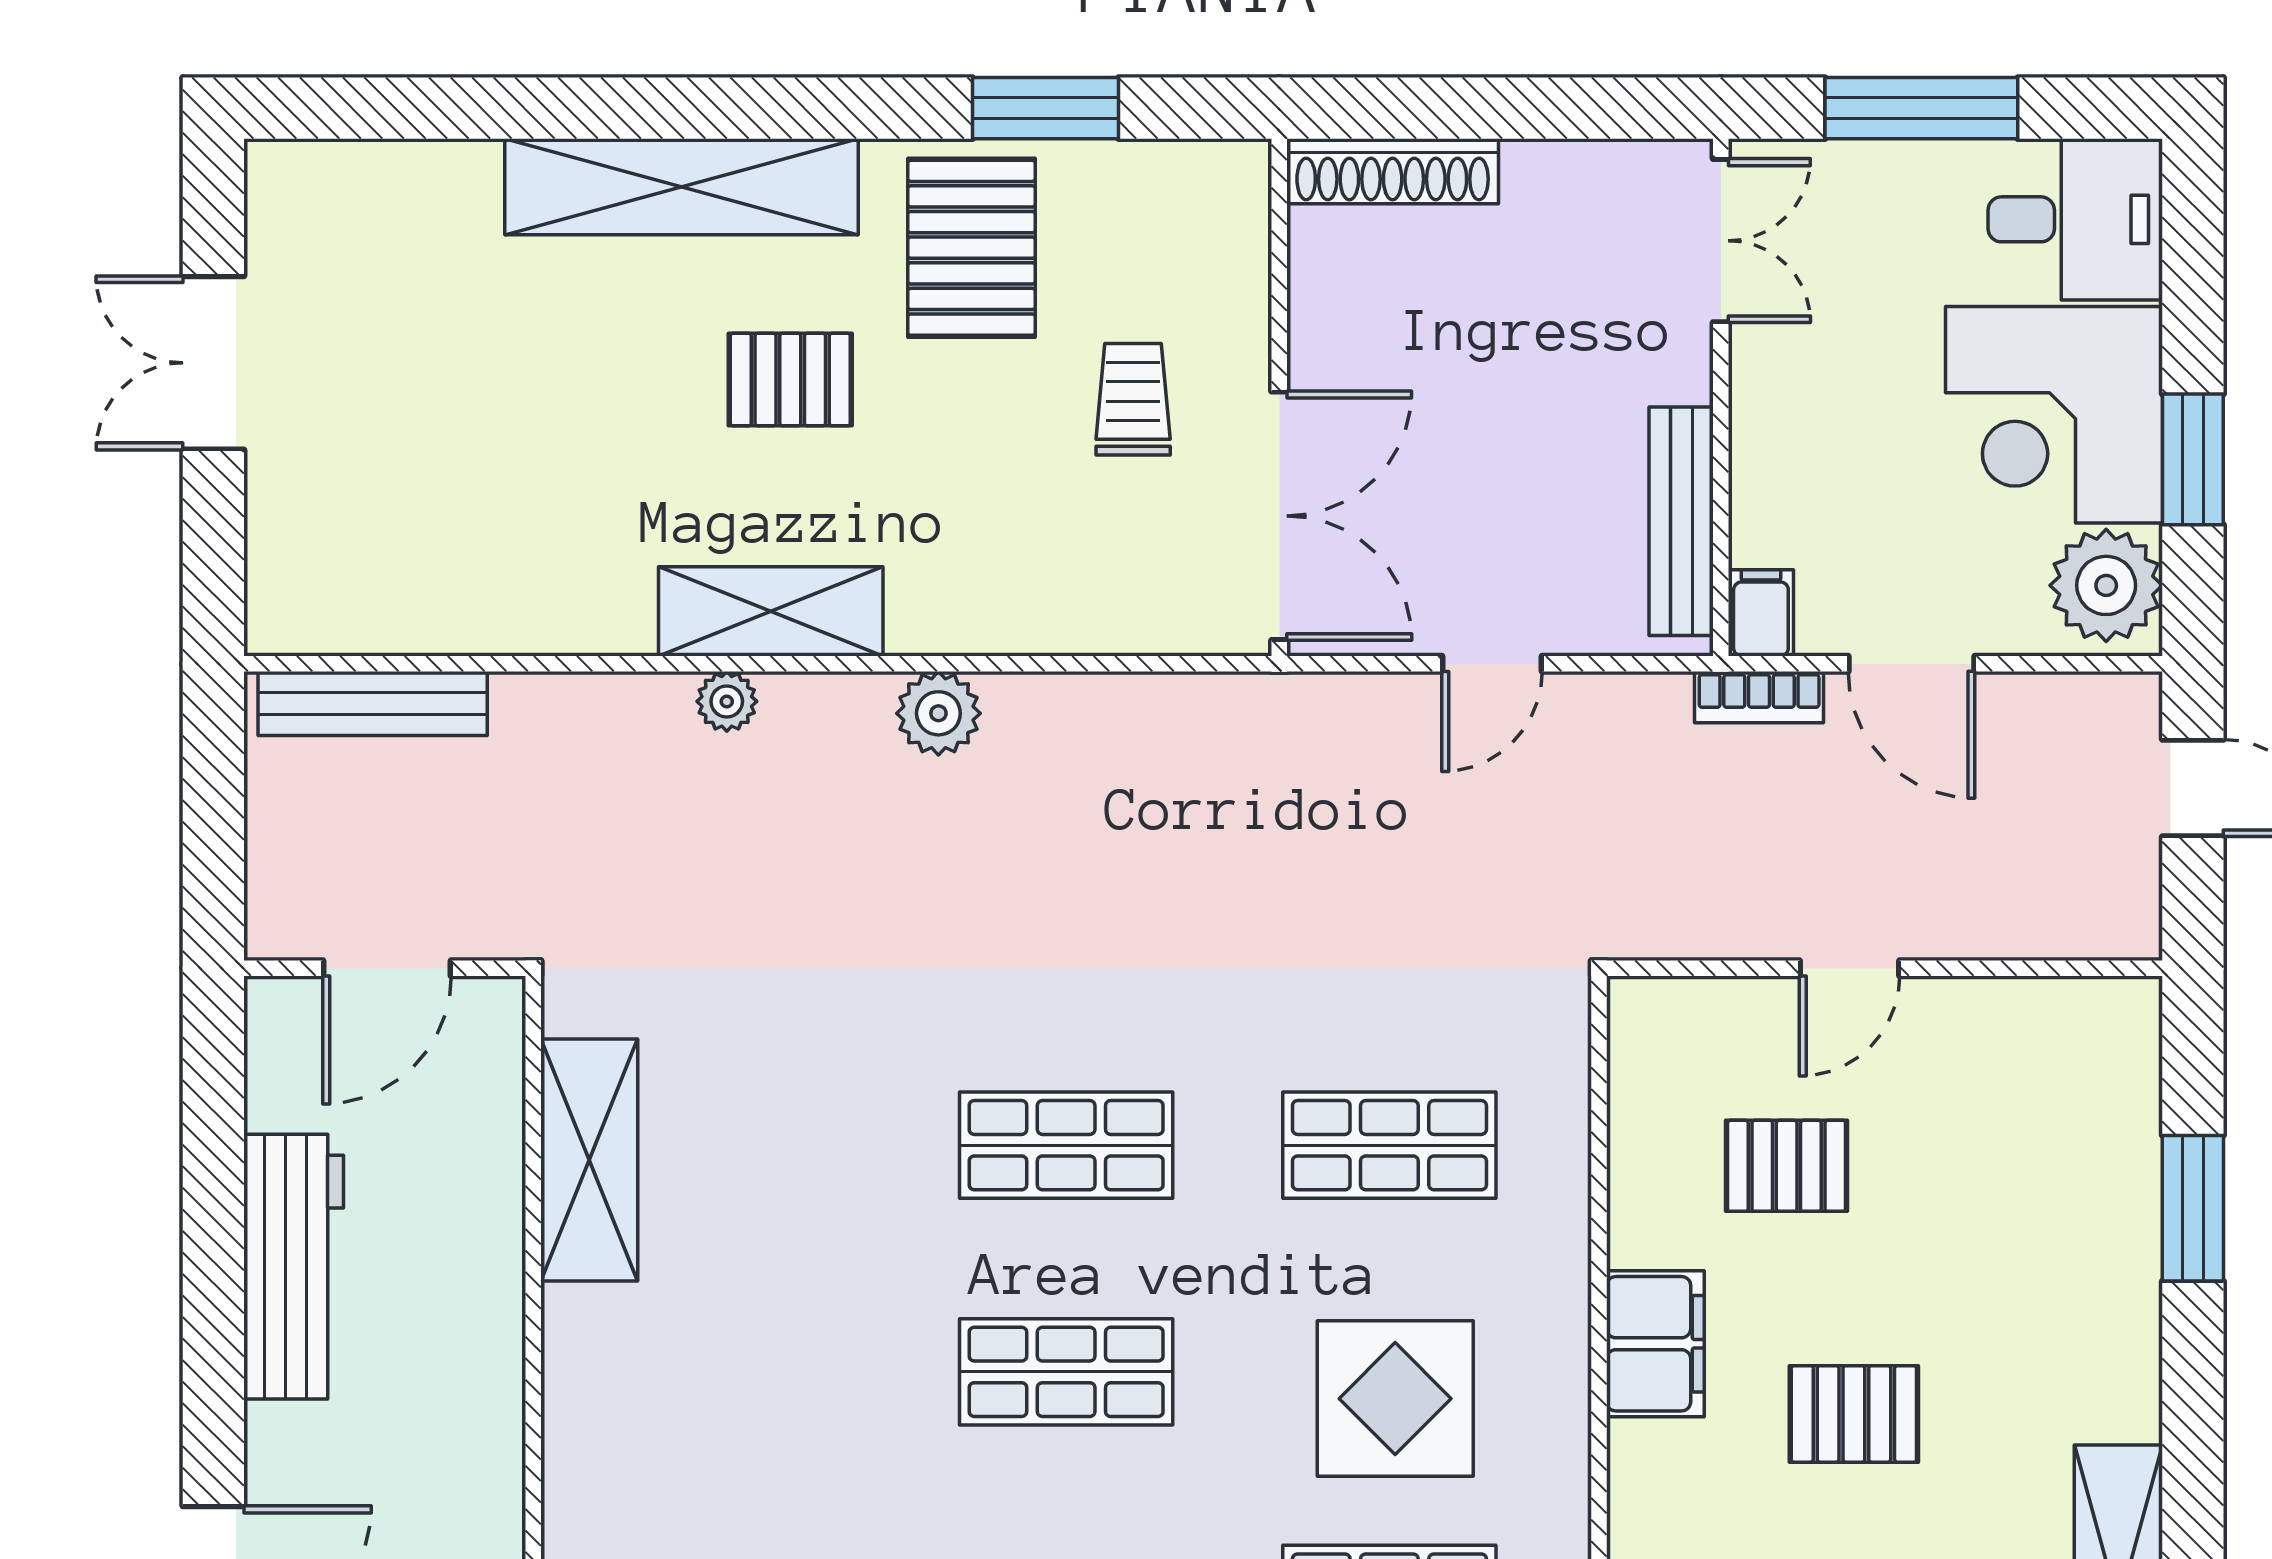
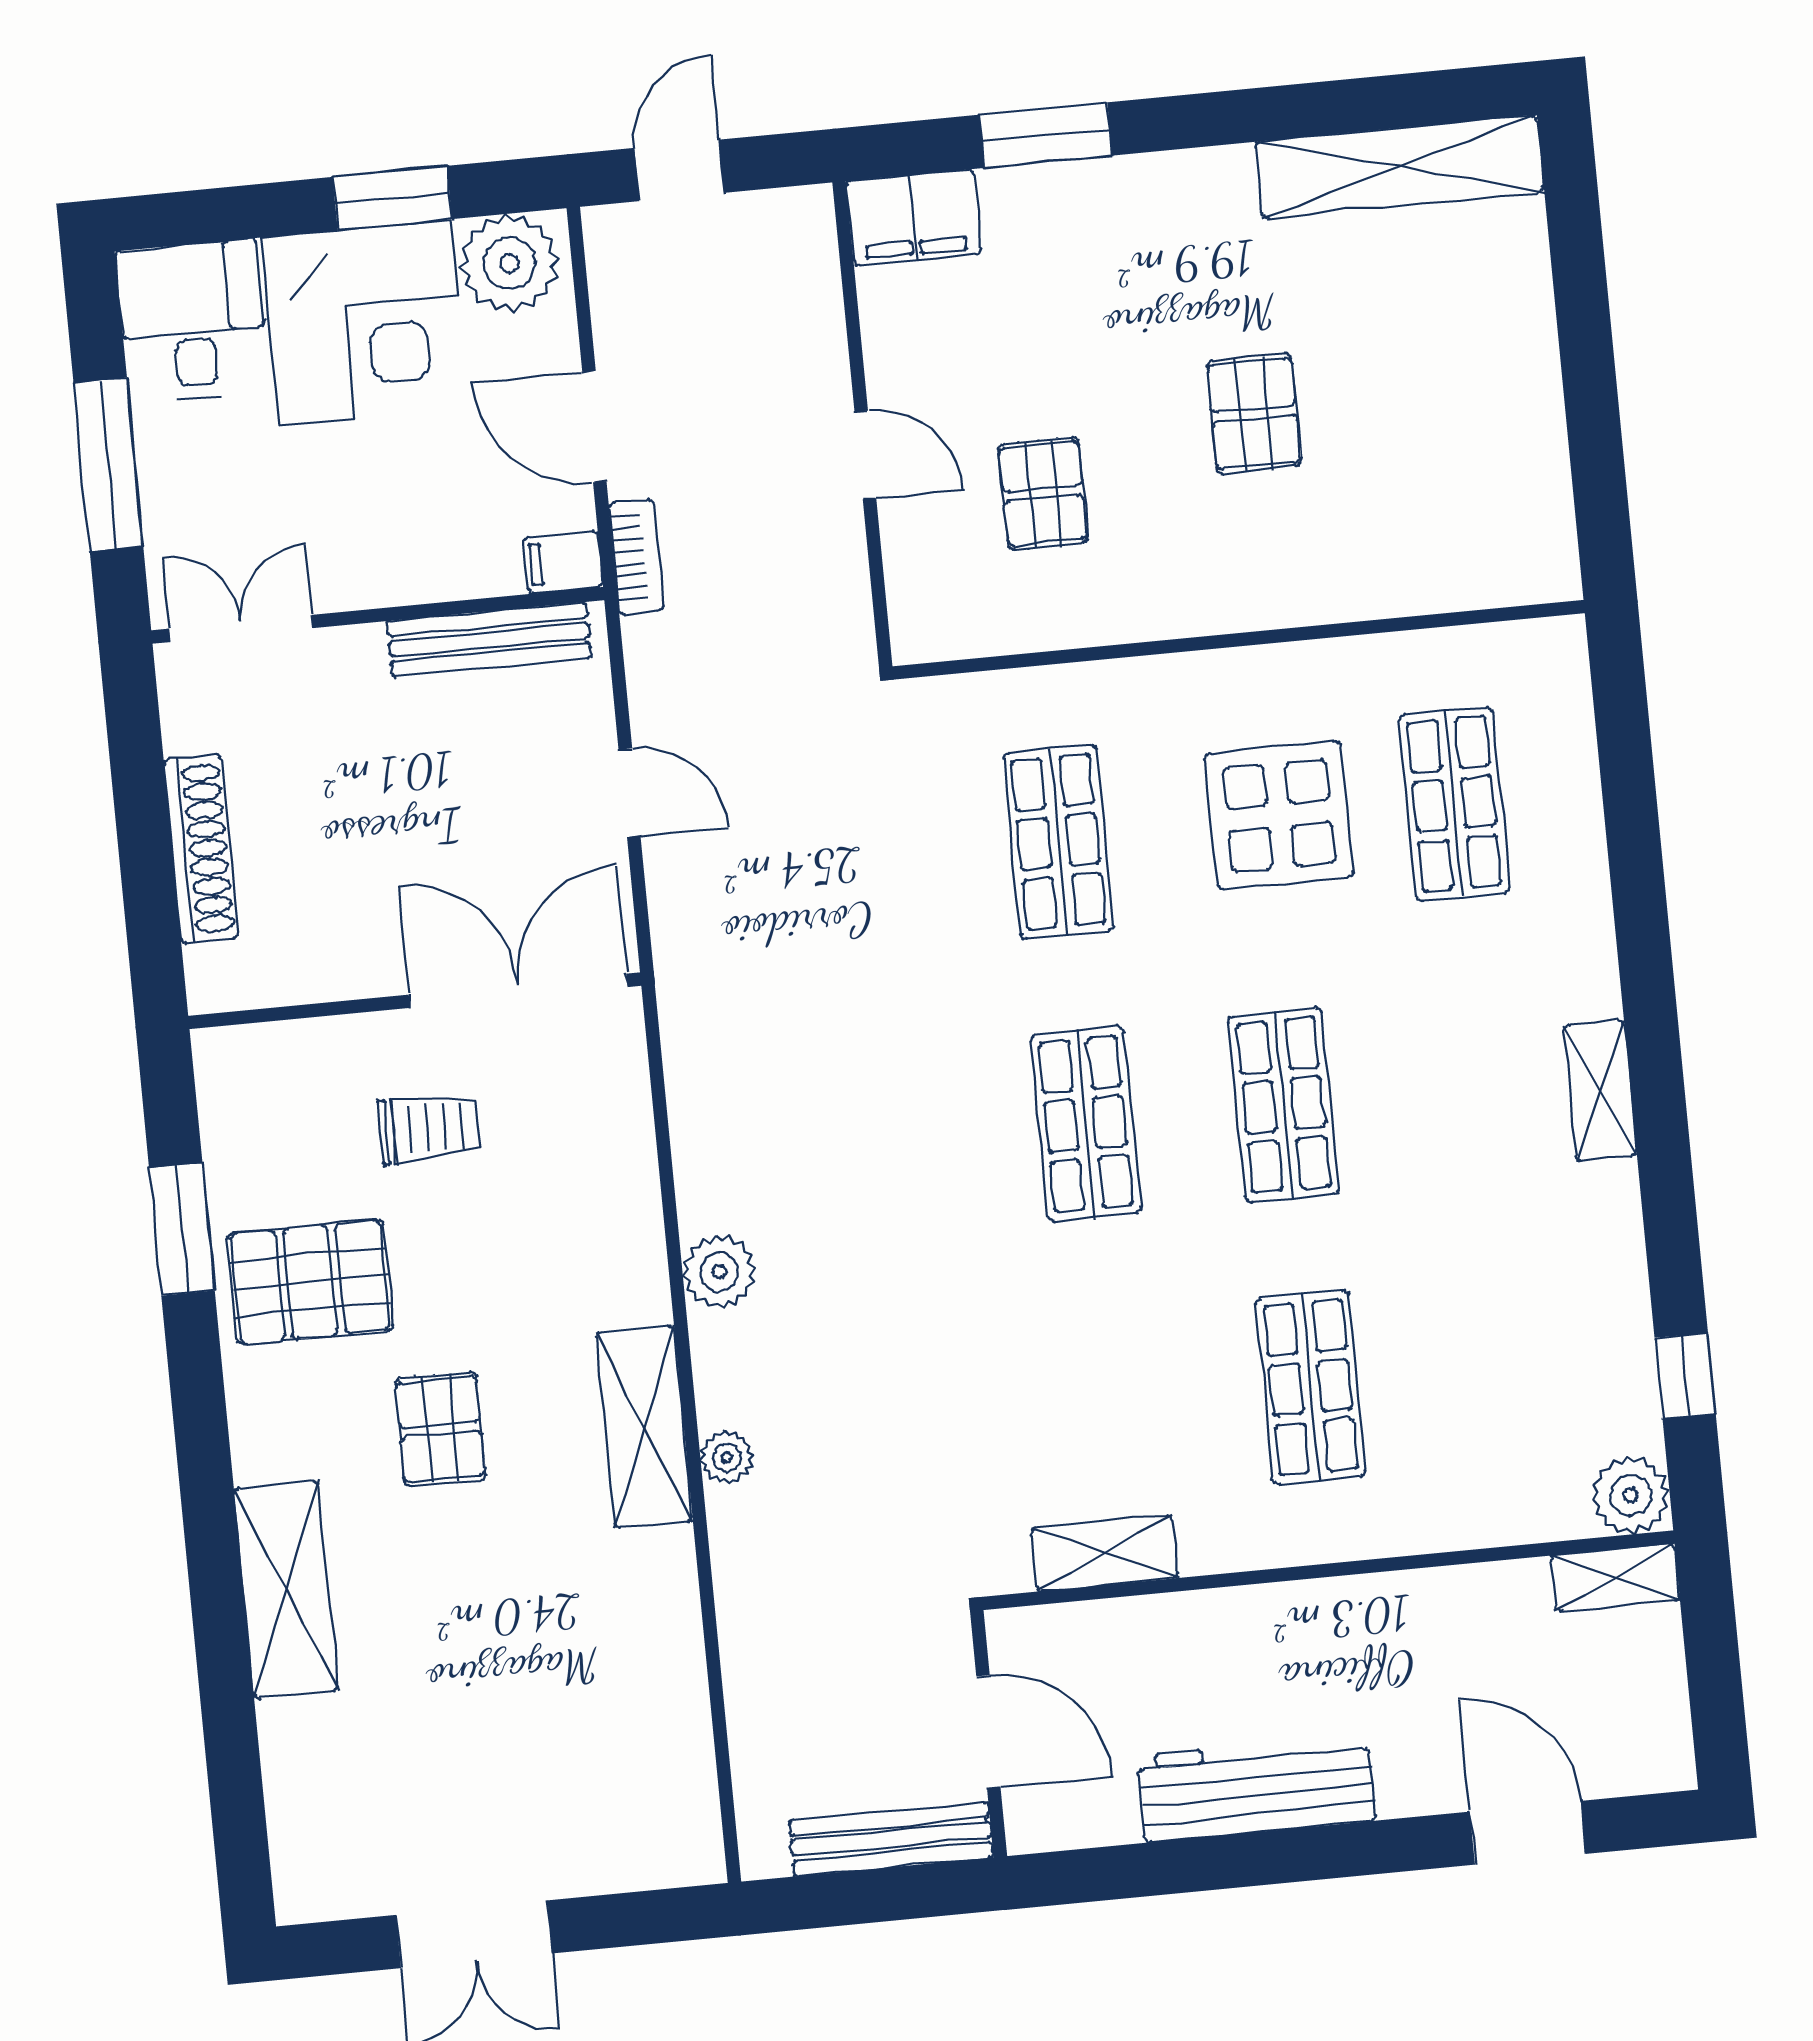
shoe rack: (1393, 171) -> (201, 849), moved
shelving: (681, 187) -> (286, 1589), width x0.68
trolley: (1133, 399) -> (429, 1128), turned 180
door: (1911, 664) -> (594, 427), swing flipped
bench: (373, 703) -> (891, 1839), moved, turned 90
shelving: (589, 1160) -> (1104, 1553), width x0.67, depth x0.75
filing cabinet: (1655, 1344) -> (914, 218), moved, turned 180
shop shelf: (743, 1372) -> (1311, 1387), added

